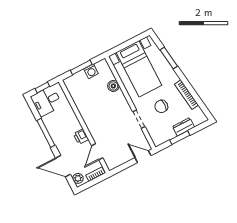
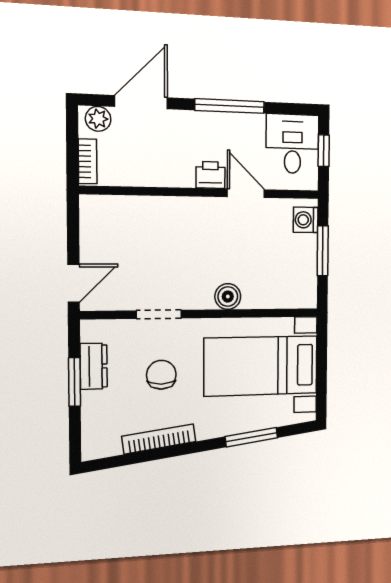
washing machine: (91, 71) -> (306, 220), moved
boiler: (113, 86) -> (228, 297), moved
dresser: (183, 127) -> (94, 366), moved
printer: (81, 137) -> (210, 175), moved
door: (97, 152) -> (246, 193), moved

